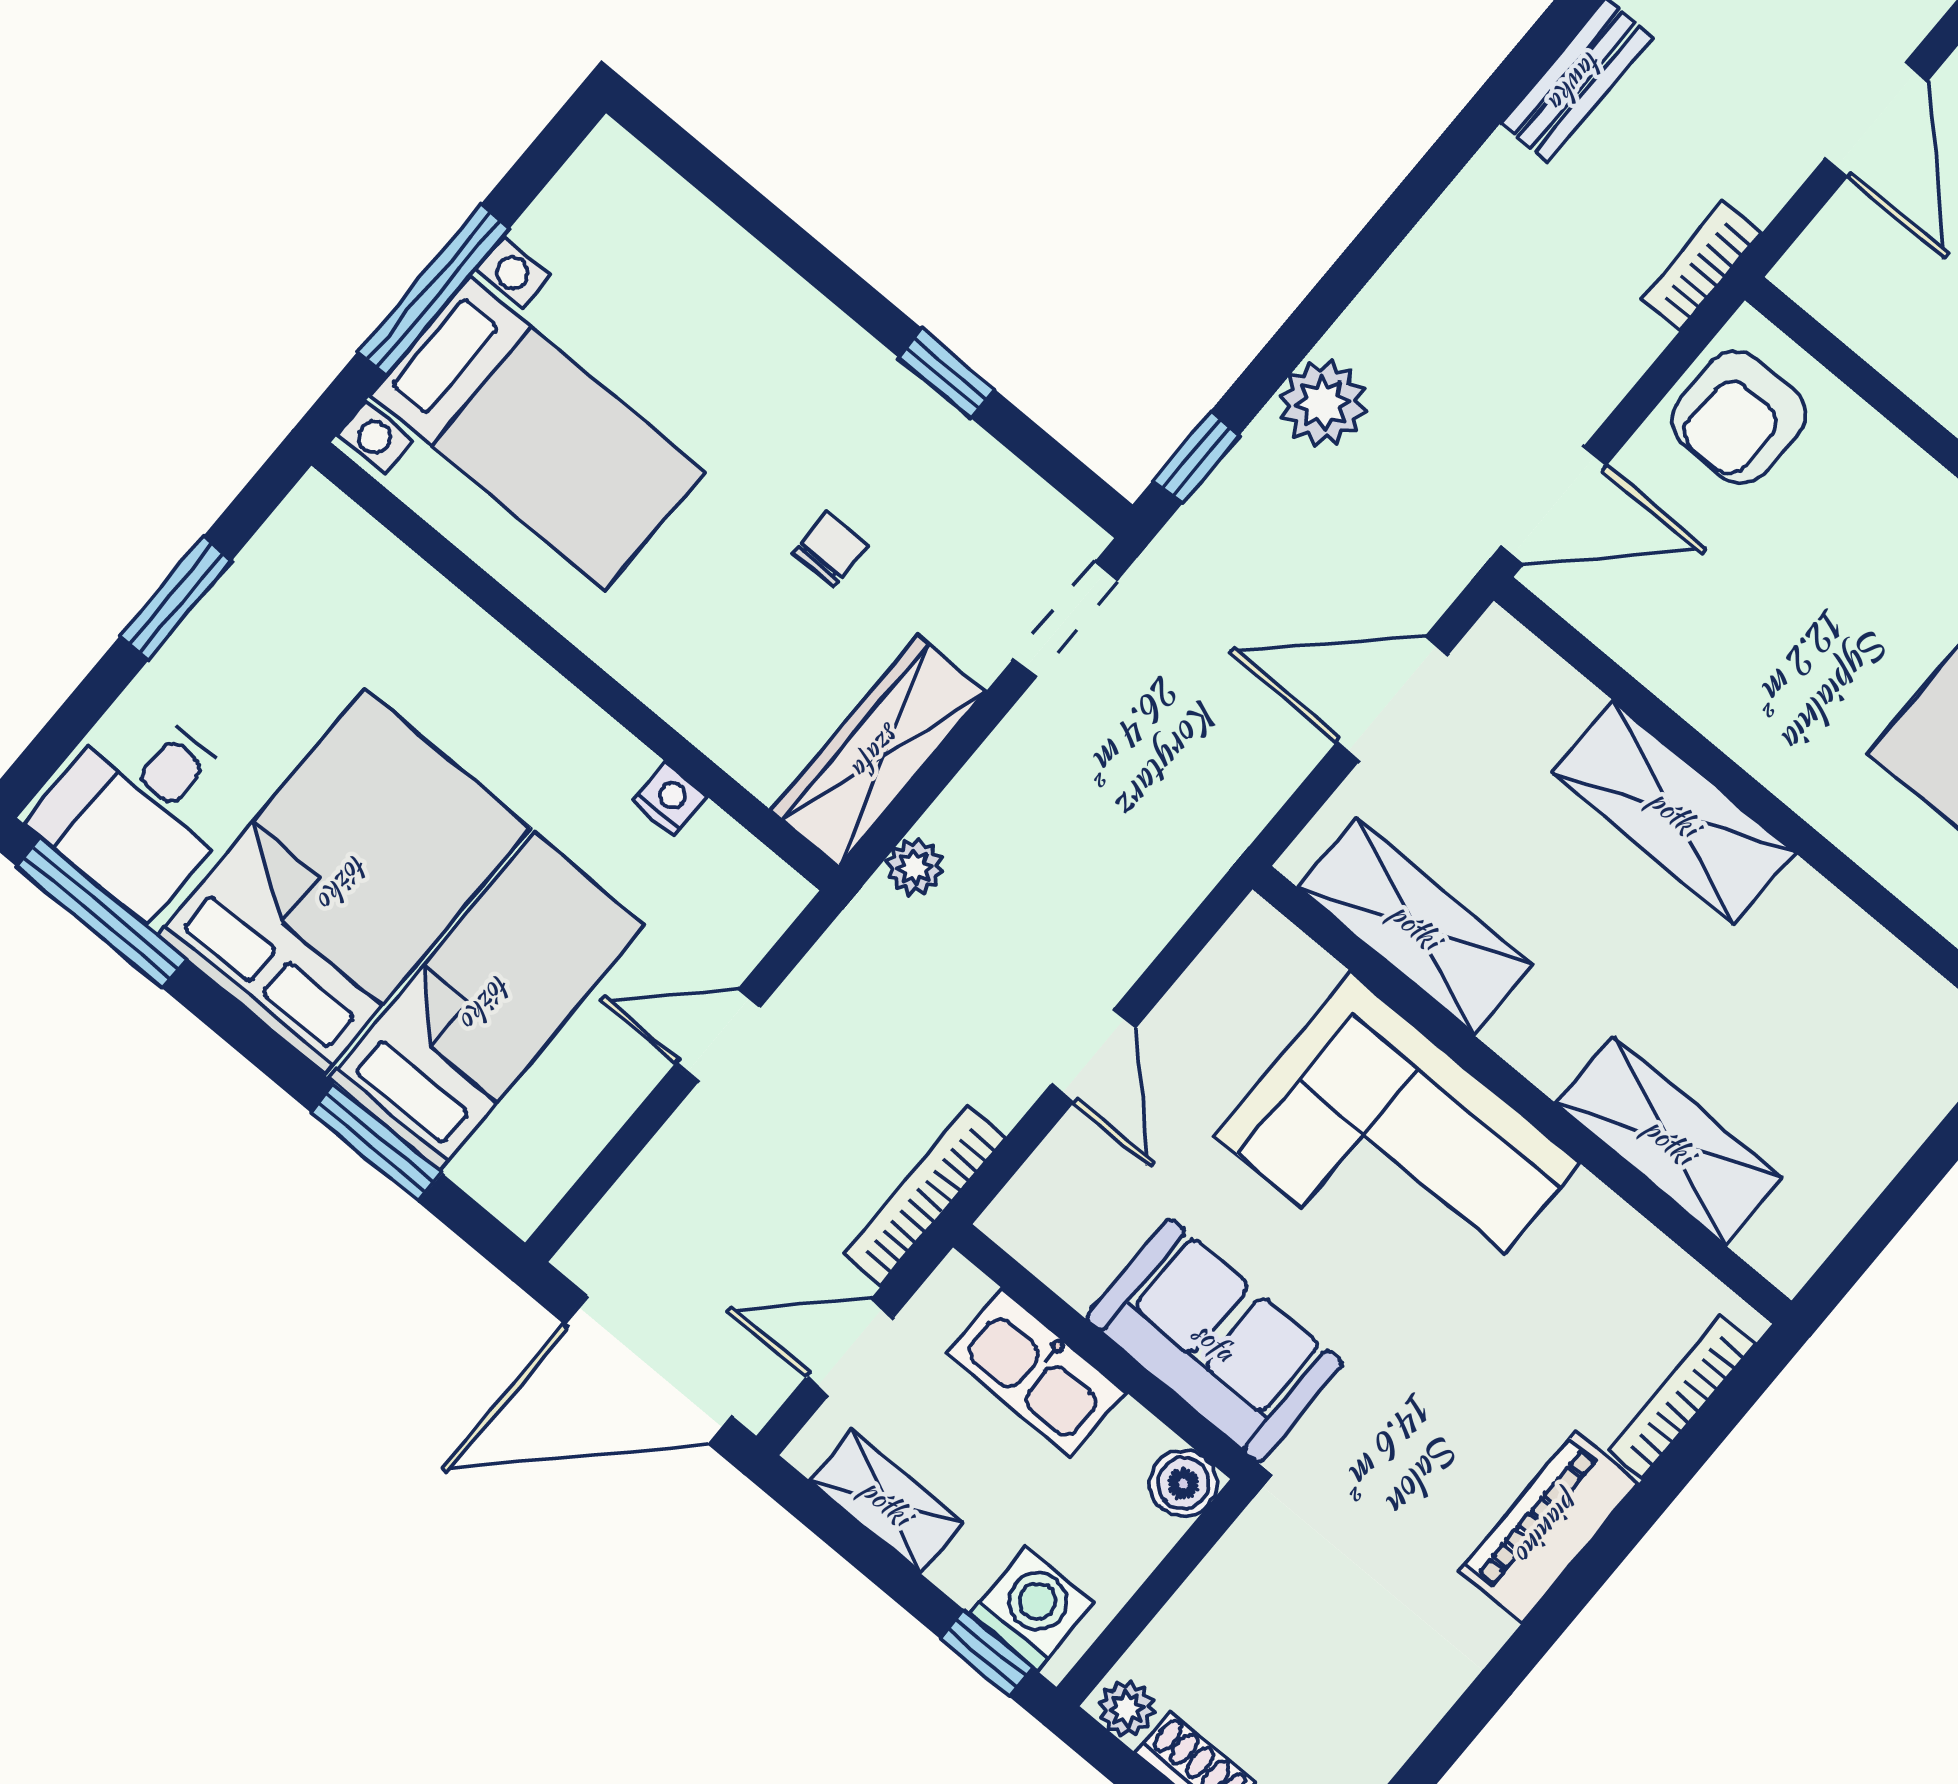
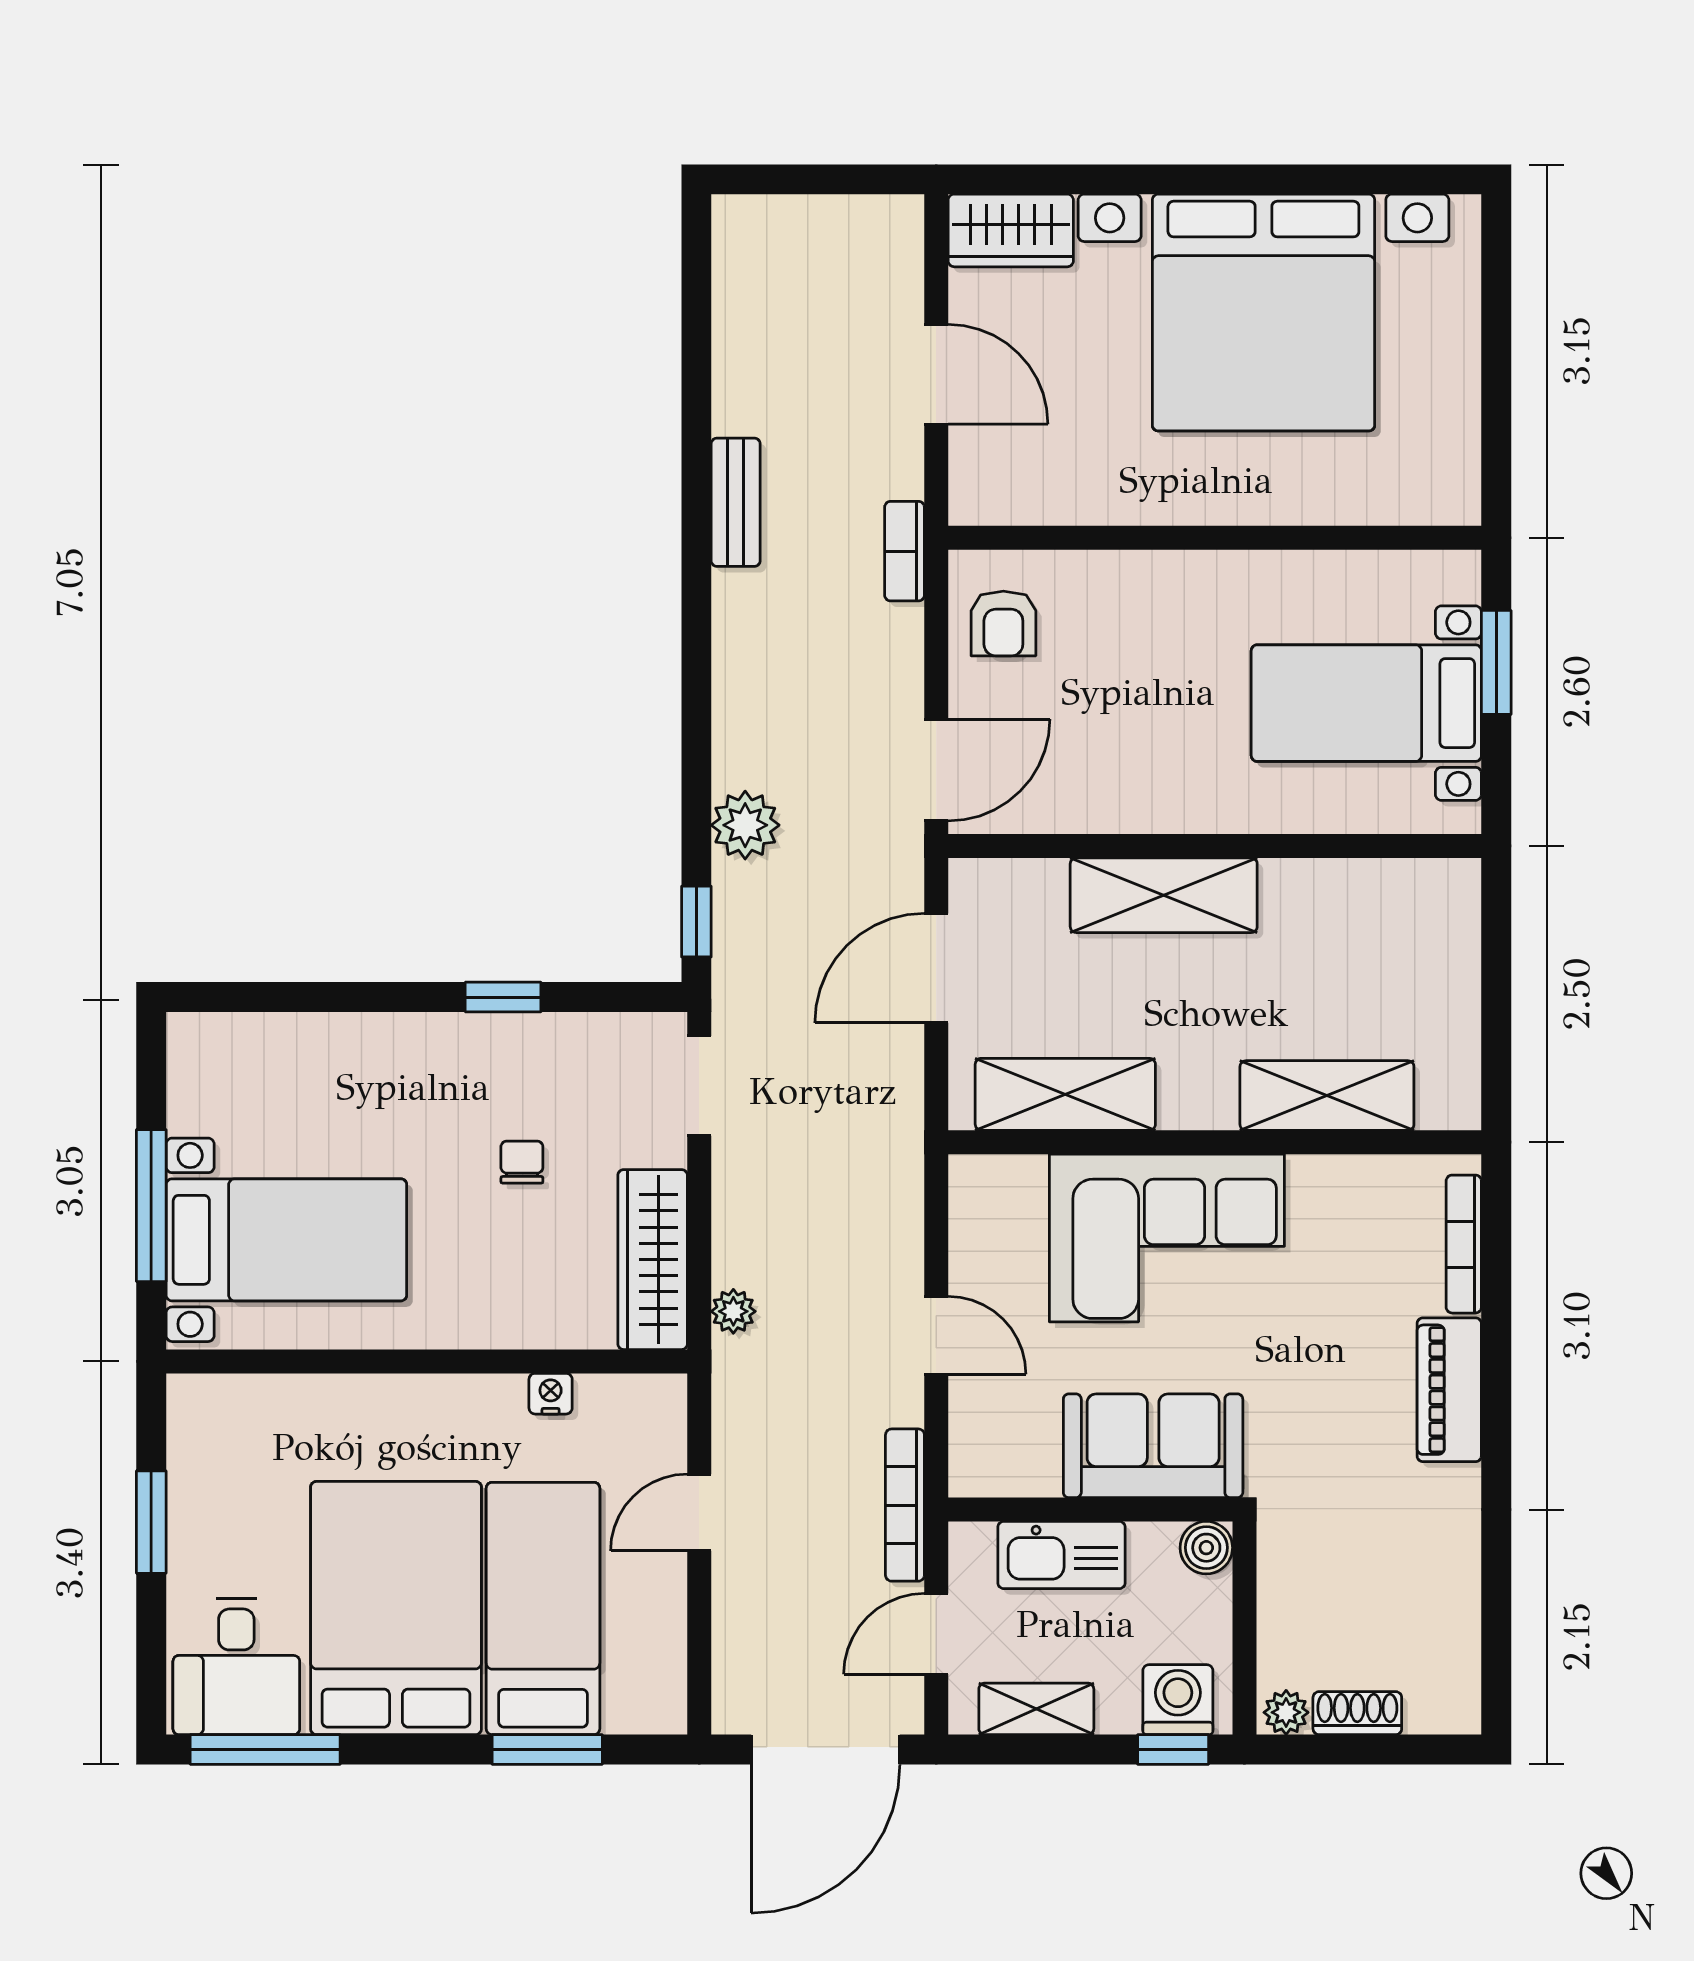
armchair: (1739, 417) -> (1003, 623), width x0.72, depth x0.72

